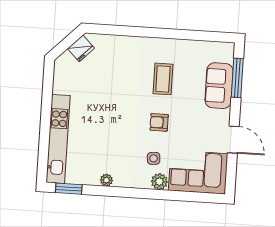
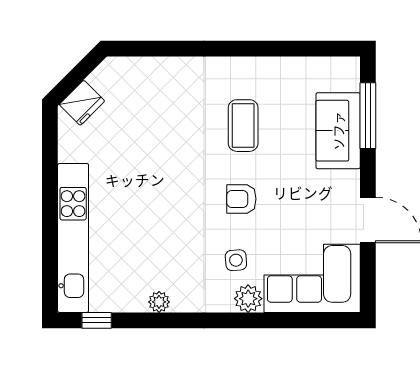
fridge: (81, 48) -> (82, 103), moved
window: (69, 189) -> (97, 320), width x0.67

